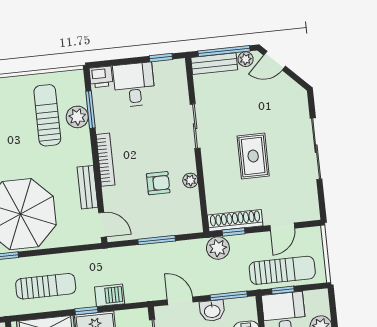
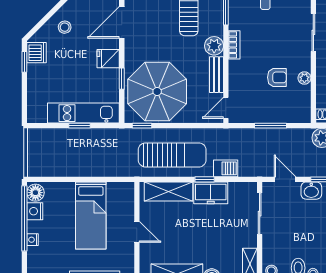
plant: (77, 117) -> (214, 46), moved
bookcase: (105, 160) -> (234, 45), width x0.64
door: (103, 225) -> (226, 108), swing flipped
sun lounger: (46, 286) -> (172, 155), width x1.36, depth x1.34

